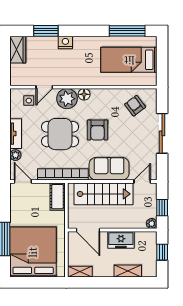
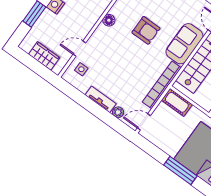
wardrobe: (18, 50) -> (44, 56), moved
door: (44, 87) -> (79, 49), swing flipped
plant: (67, 99) -> (102, 37), removed
dining table: (60, 134) -> (127, 63), removed

